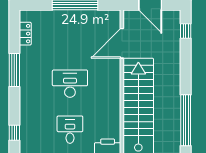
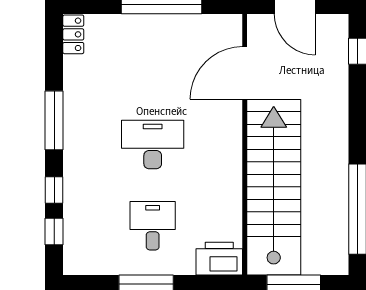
locker: (25, 34) -> (73, 34), moved
window: (14, 109) -> (54, 190), added

